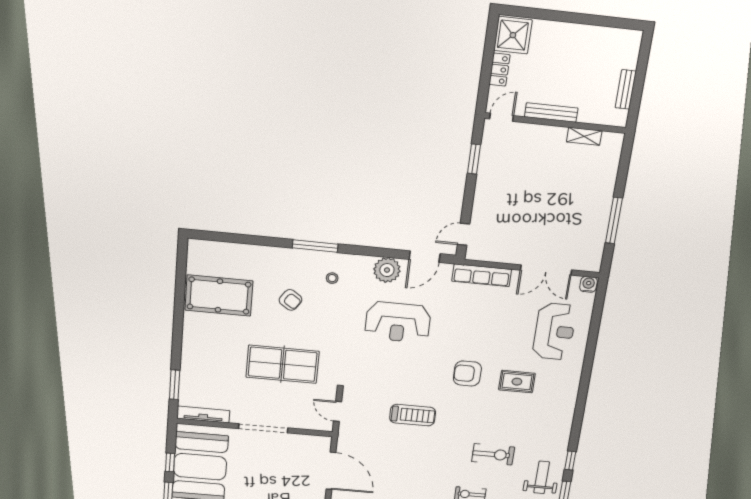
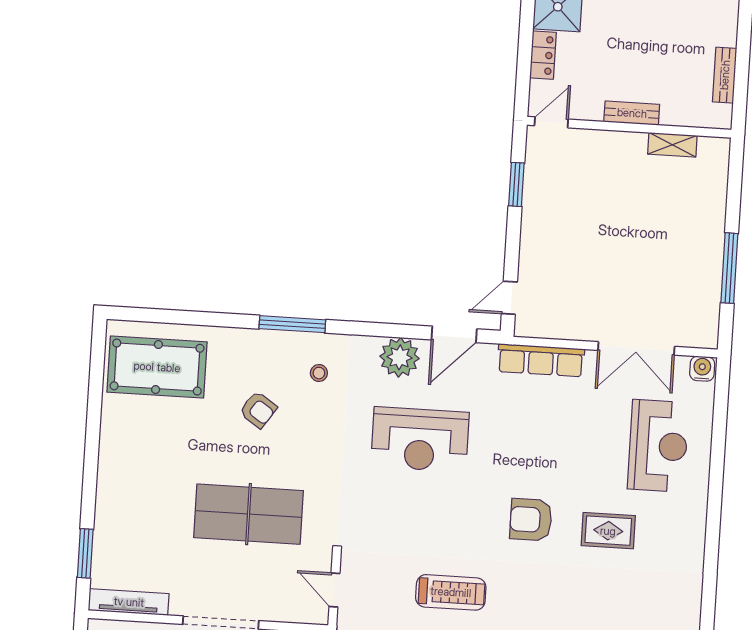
bench: (551, 112) -> (632, 113), width x0.73
pool table: (219, 296) -> (157, 367), moved

